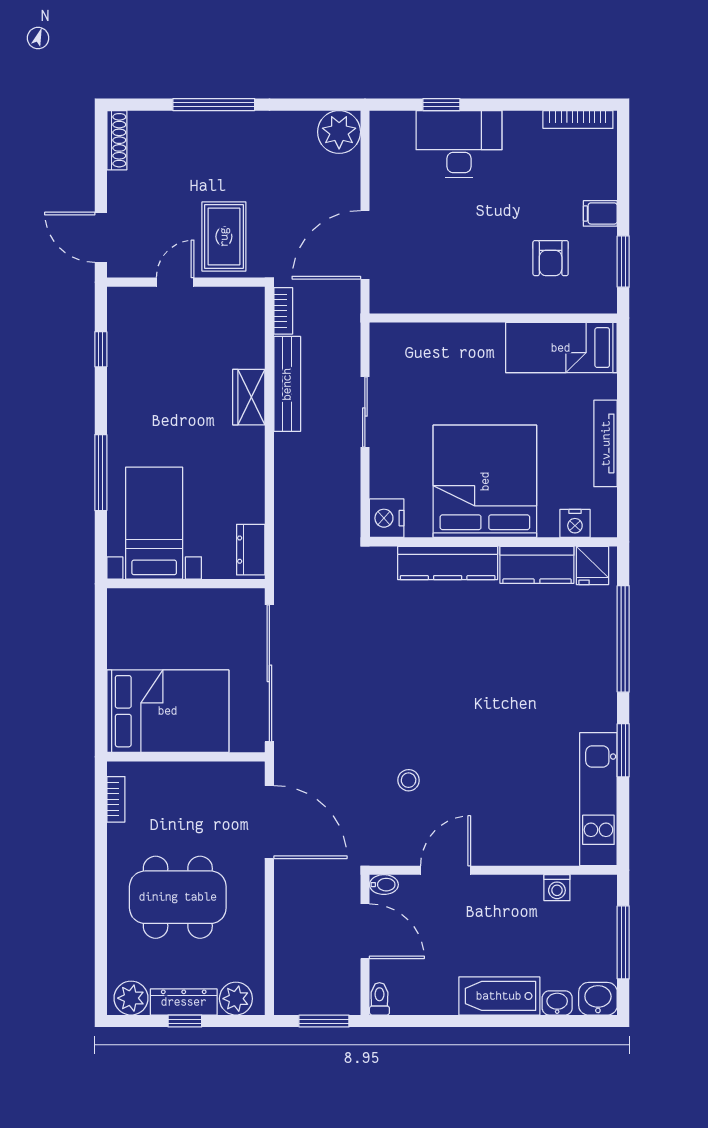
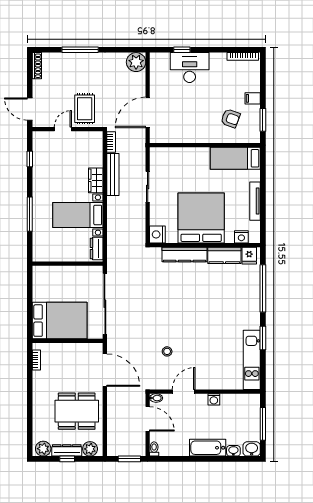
armchair: (551, 258) -> (230, 118), turned -70
bed with nightstands: (154, 523) -> (78, 215), moved, turned -90
washing machine: (557, 888) -> (214, 399), moved
dining table: (178, 897) -> (77, 411), moved

